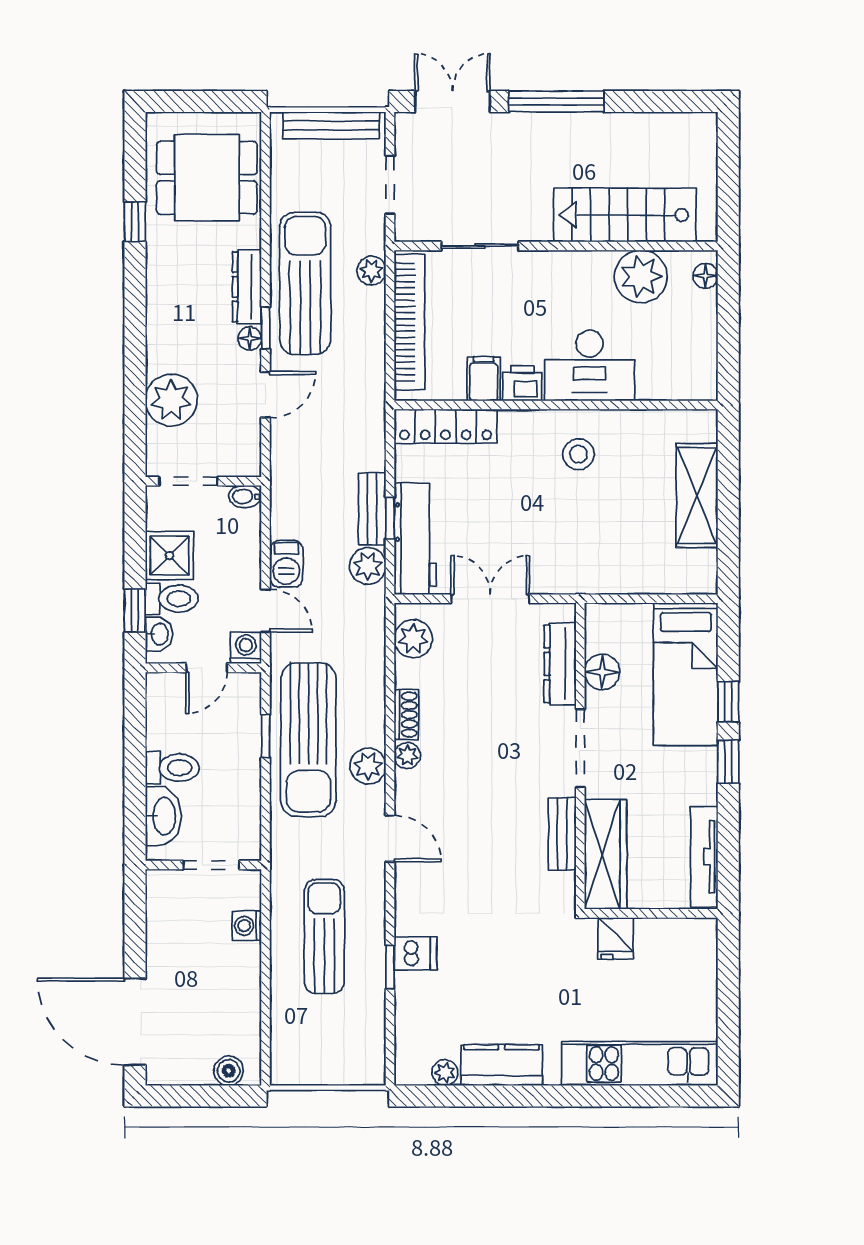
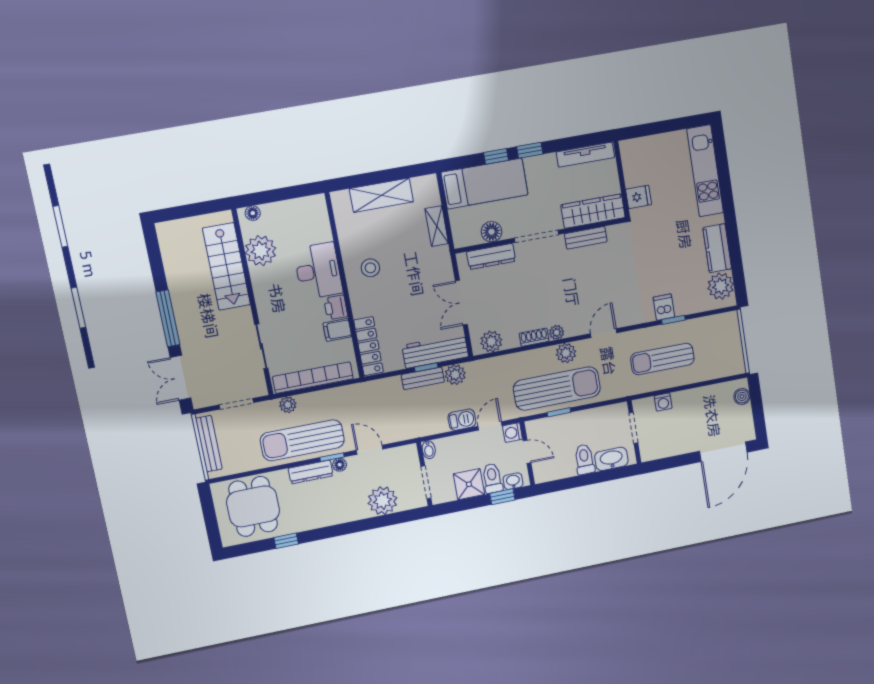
shelving: (629, 580) -> (437, 226), added
plant: (445, 1073) -> (721, 286), width x1.87, depth x1.87

